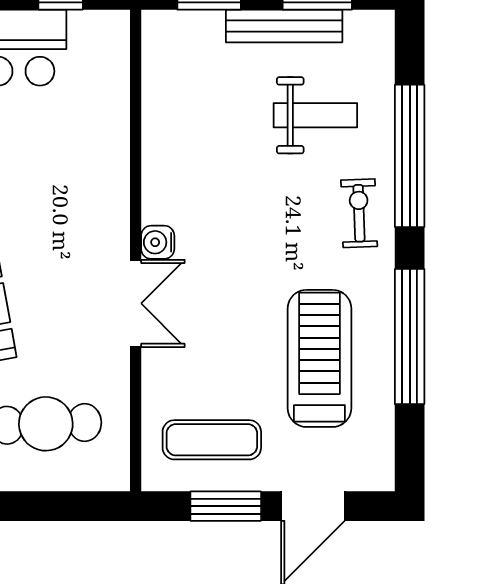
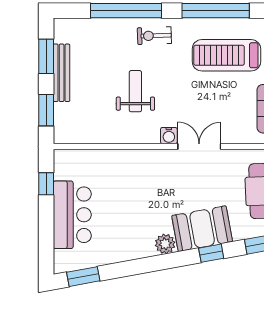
weight bench: (315, 115) -> (135, 91), moved

